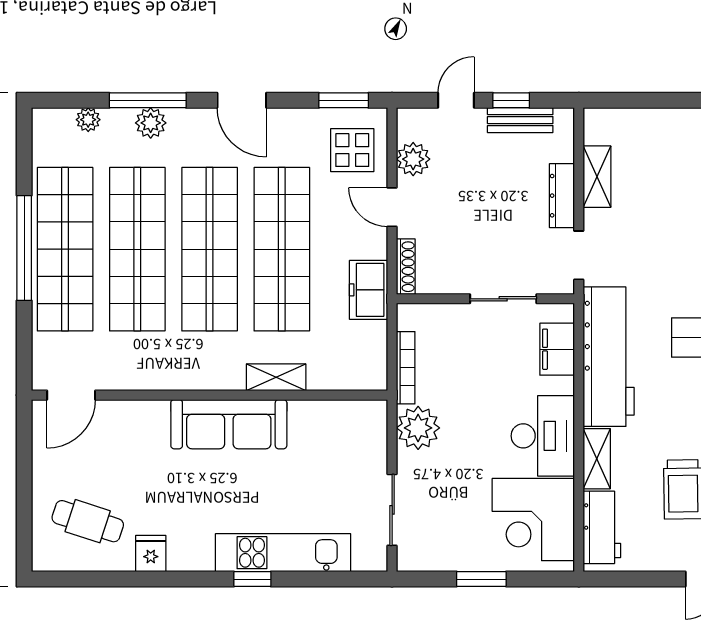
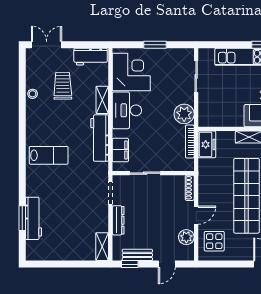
window: (344, 100) -> (218, 264), removed
window: (511, 100) -> (130, 264), moved
shelving: (597, 177) -> (102, 247), moved
door: (392, 207) -> (196, 215), hinge flipped
freezer: (369, 290) -> (207, 144), moved
workbench: (609, 357) -> (100, 138), width x0.73, depth x0.76
workbench: (602, 527) -> (91, 57), moved, turned -90

